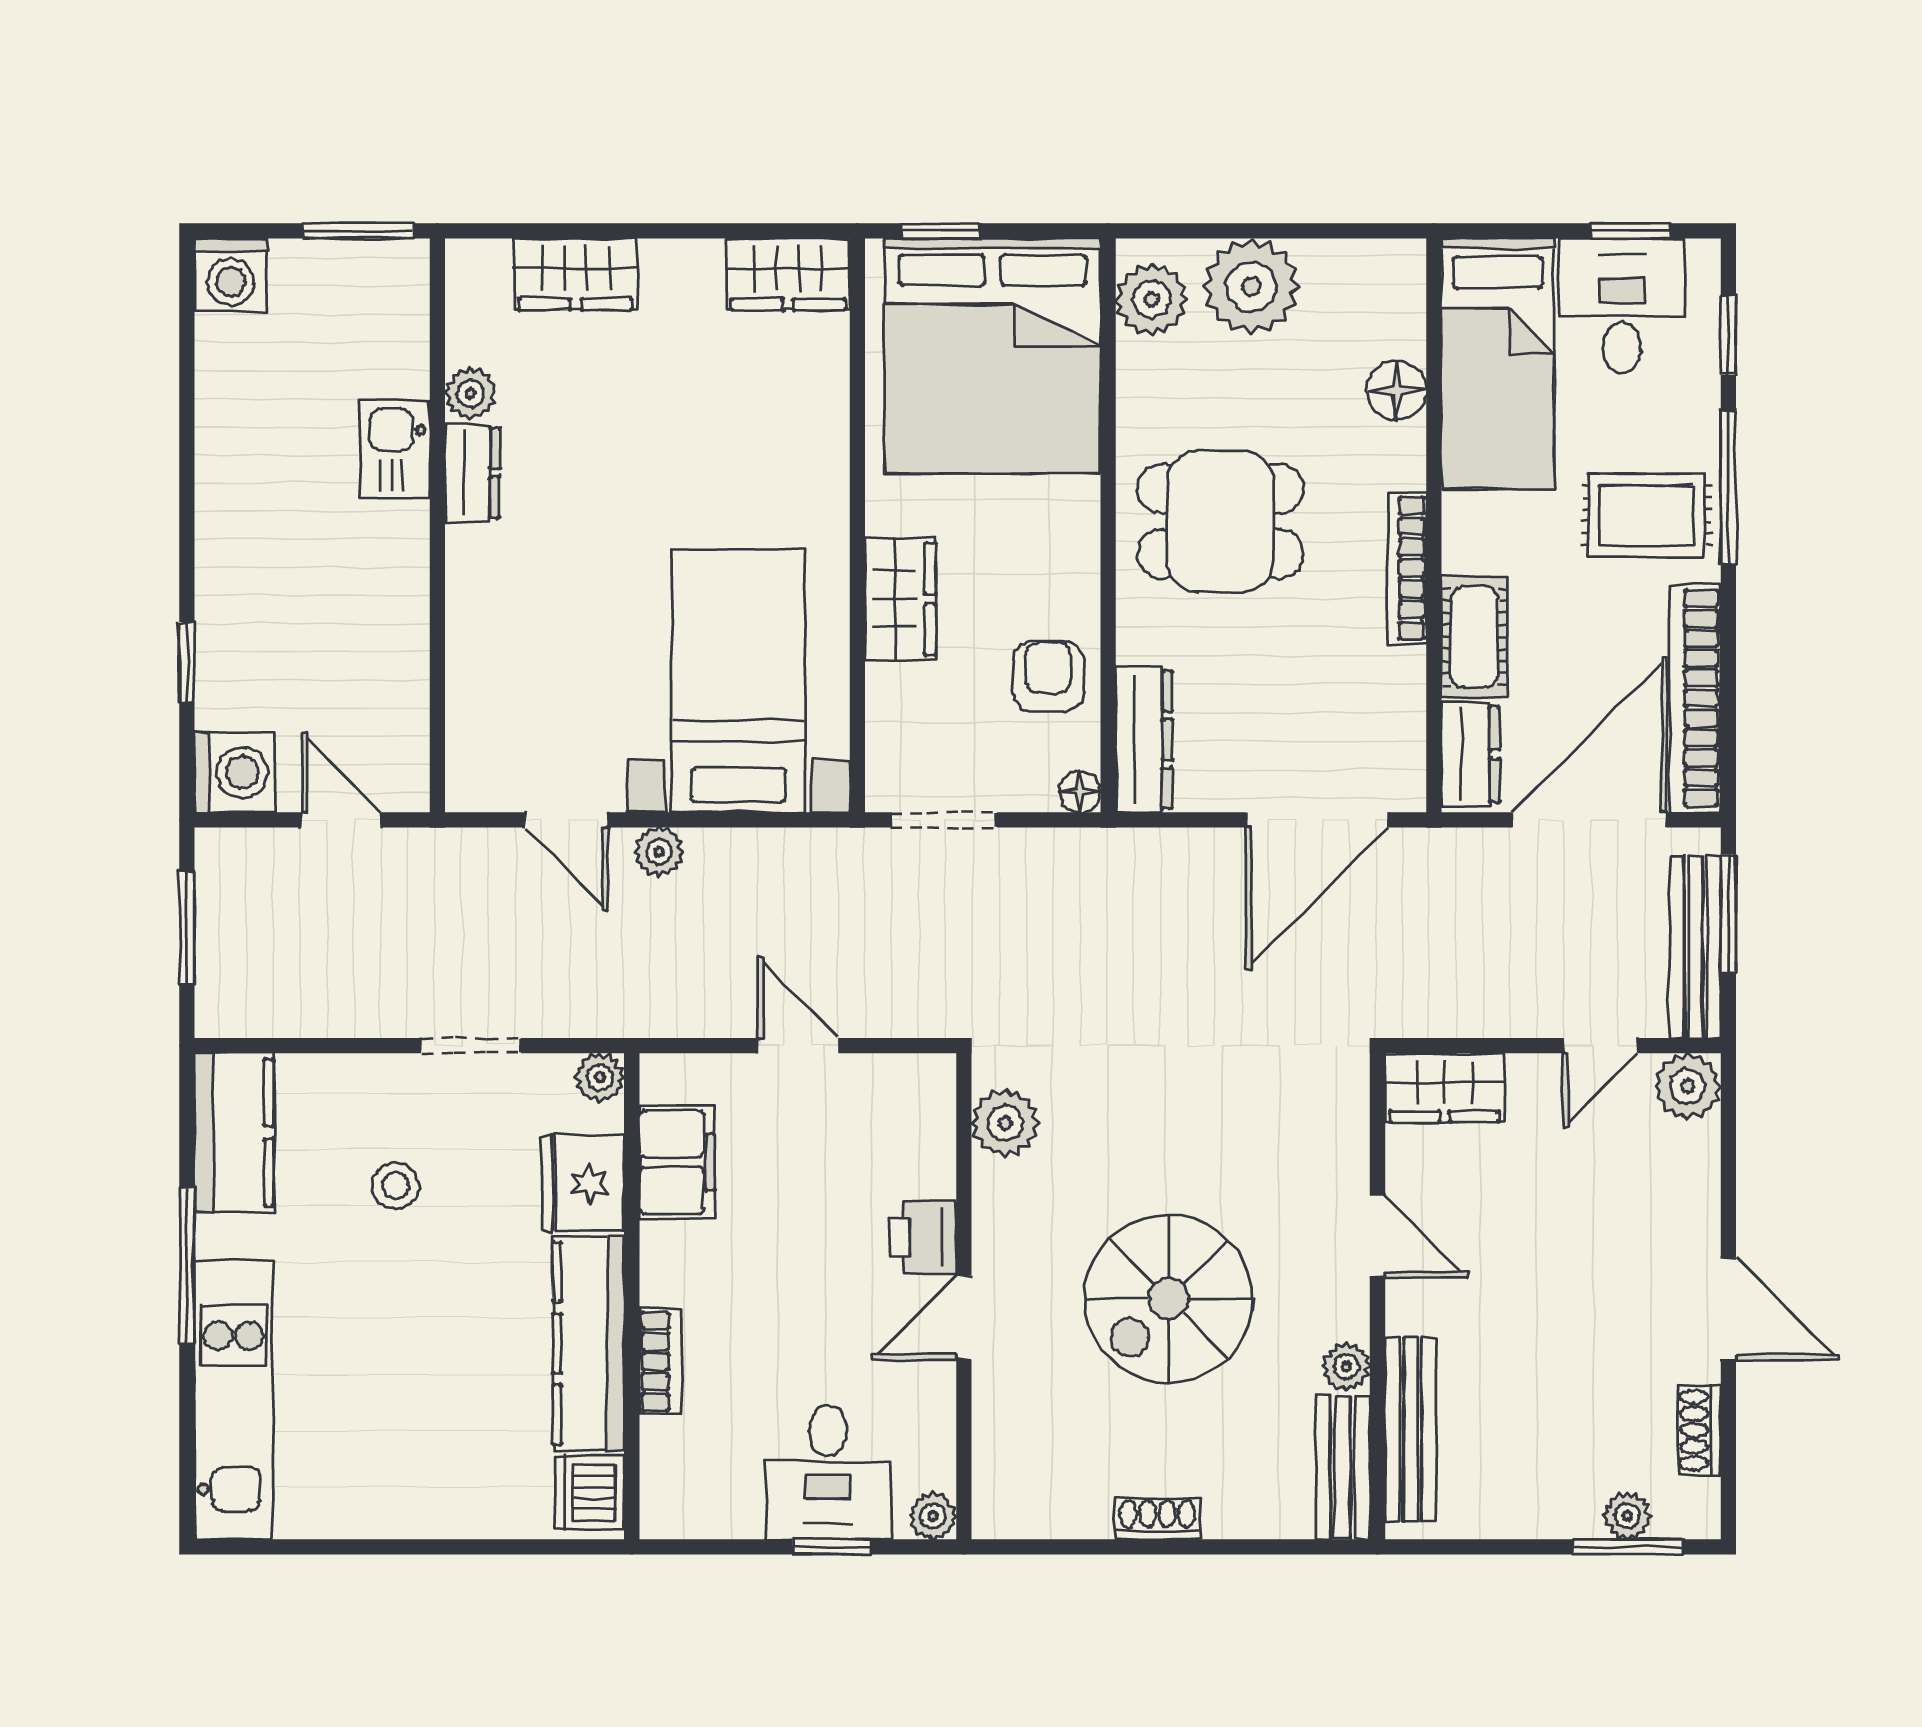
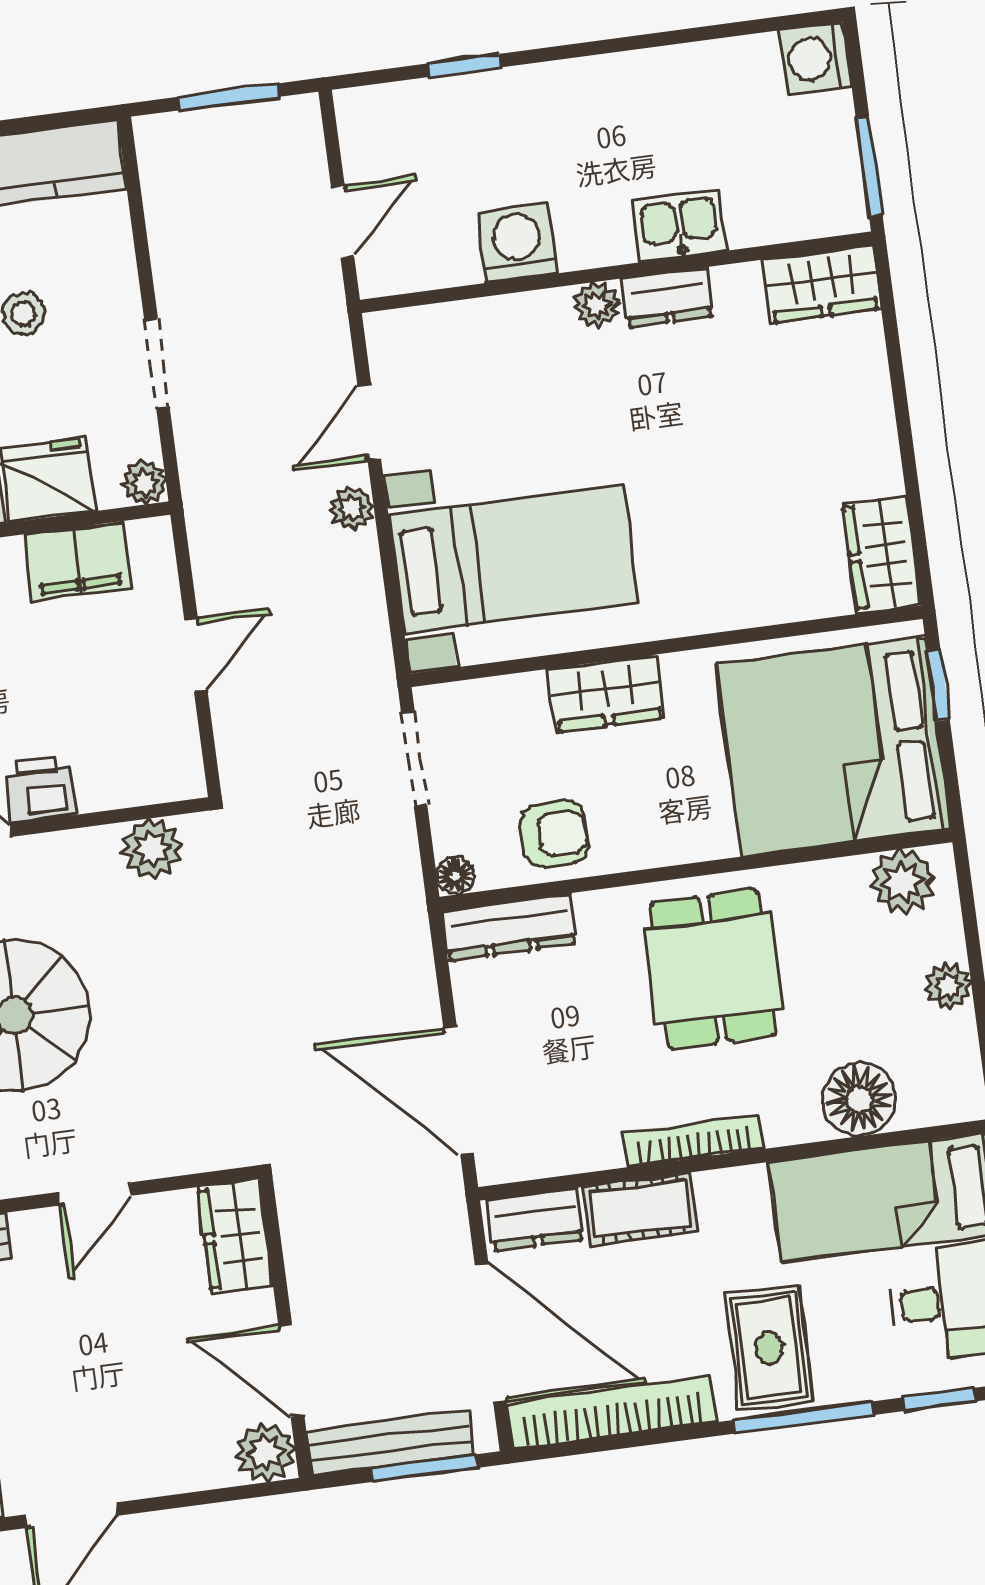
wardrobe: (576, 274) -> (822, 284), moved, turned -90
plant: (1251, 287) -> (948, 986), width x0.53, depth x0.53
floor lamp: (1397, 390) -> (859, 1099), width x1.38, depth x1.38
plant: (470, 393) -> (597, 305), moved
washing machine: (234, 773) -> (517, 243), moved, turned 180
door: (1601, 1046) -> (291, 1370), width x1.38

